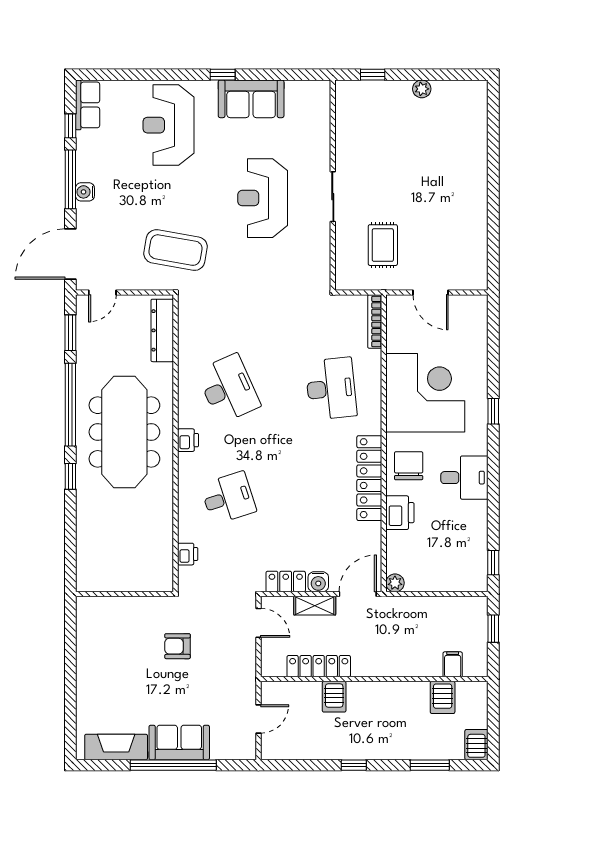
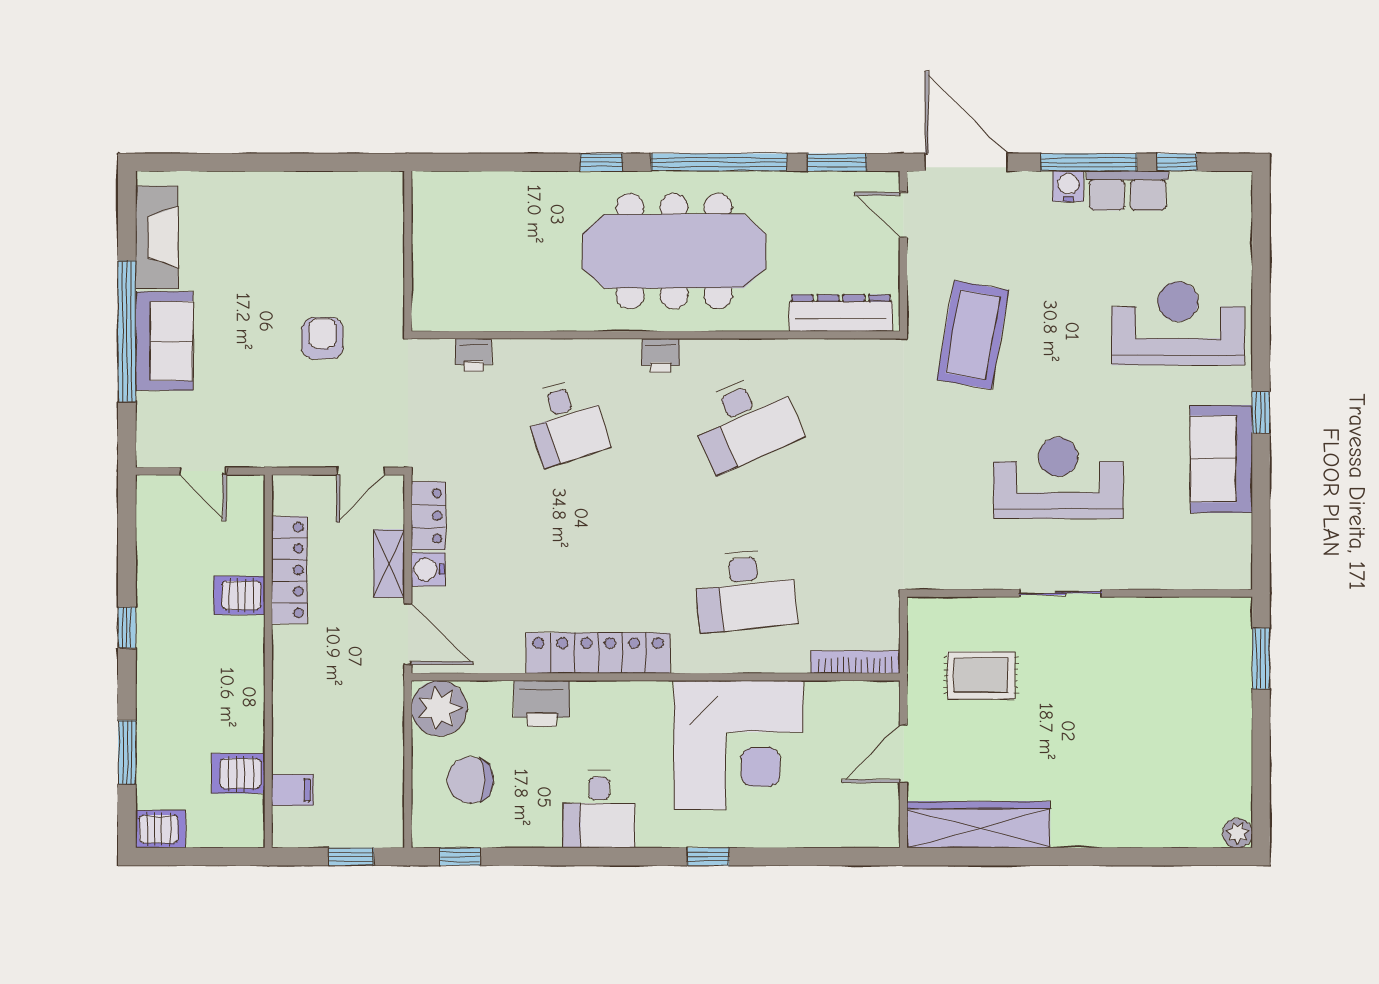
window: (373, 75) -> (1261, 659), width x1.50
plant: (422, 89) -> (1237, 833), moved
row of seats: (88, 105) -> (1127, 191), moved
wardrobe: (474, 247) -> (978, 825), added
chair: (409, 466) -> (470, 780), moved, turned 180
plant: (395, 583) -> (439, 708), width x1.87, depth x1.87

